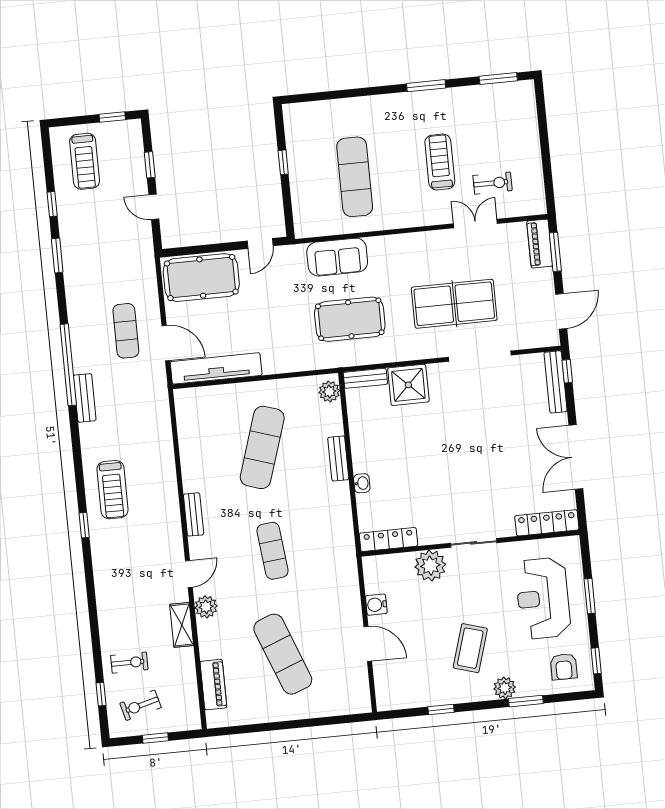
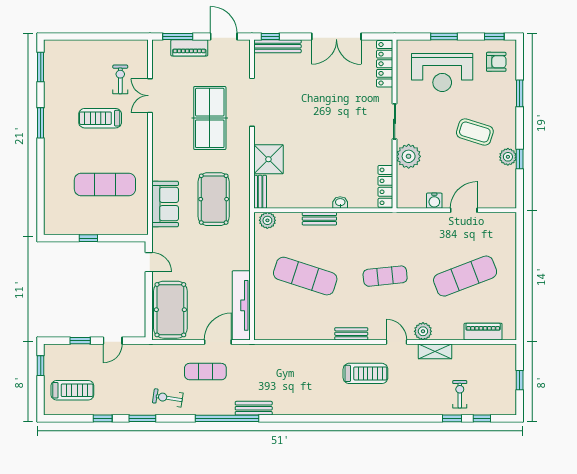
piano: (540, 244) -> (189, 48), moved
treadmill: (112, 490) -> (365, 373), moved
window: (84, 525) -> (452, 418), moved
plant: (505, 688) -> (508, 157), moved
exercise bike: (140, 705) -> (168, 398), moved, turned 114

